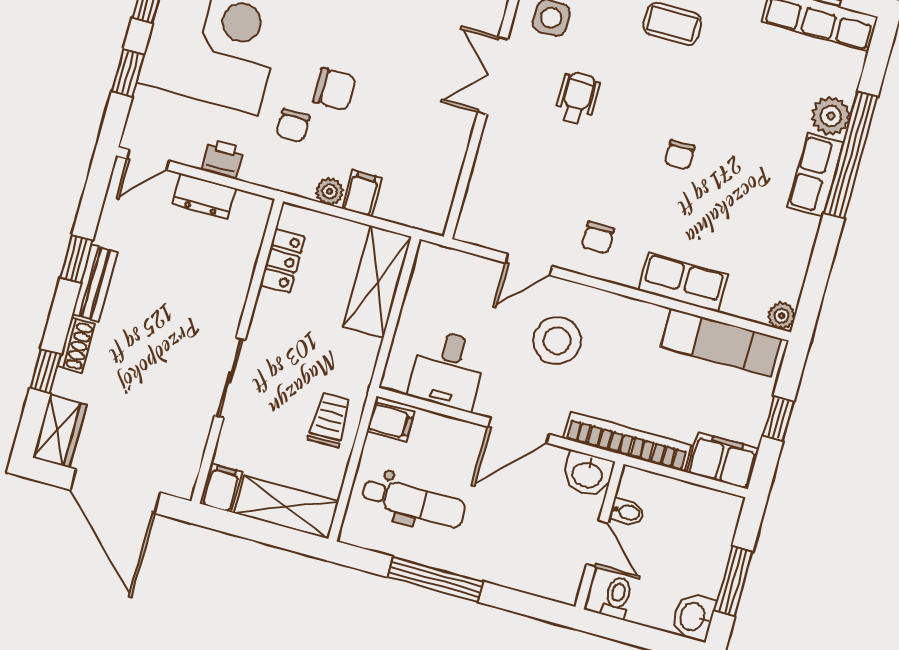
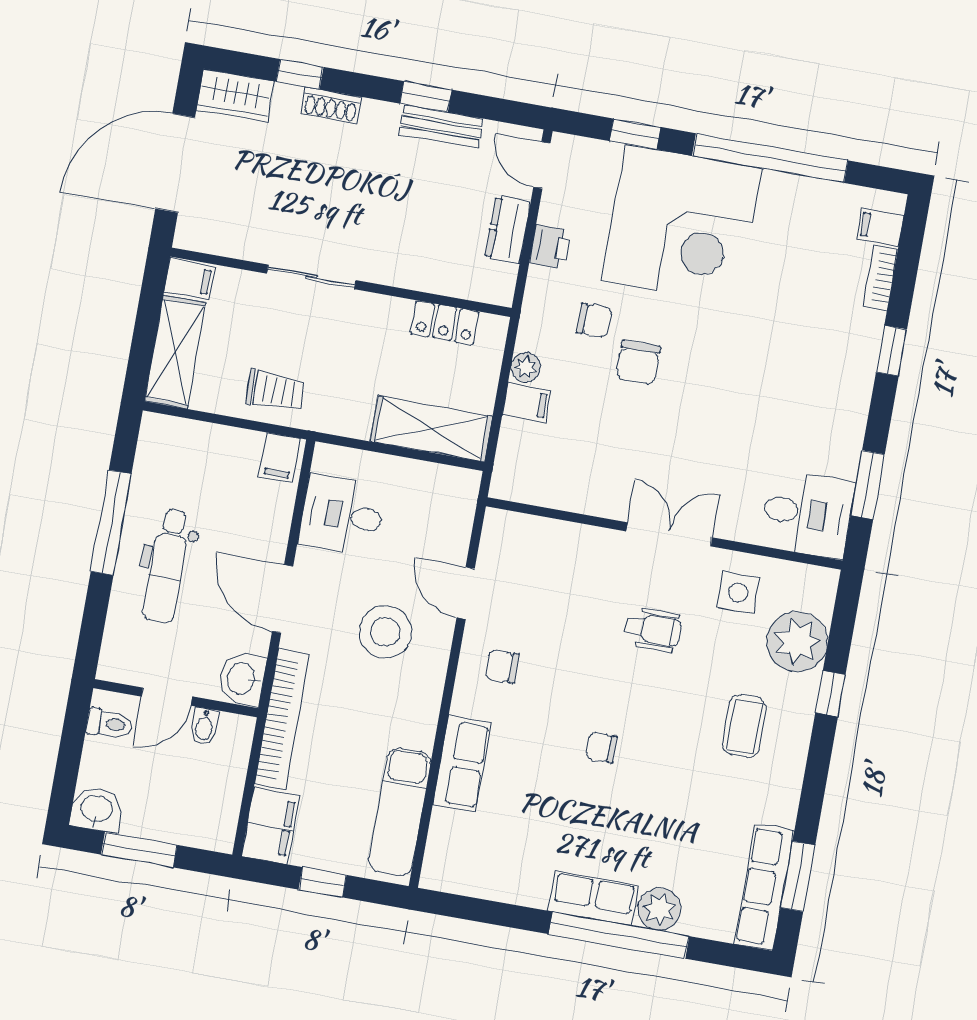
chair: (293, 126) -> (594, 320), turned 180
bench: (95, 284) -> (441, 127), moved
plant: (782, 316) -> (435, 876), removed
dental chair: (414, 502) -> (167, 566), moved

